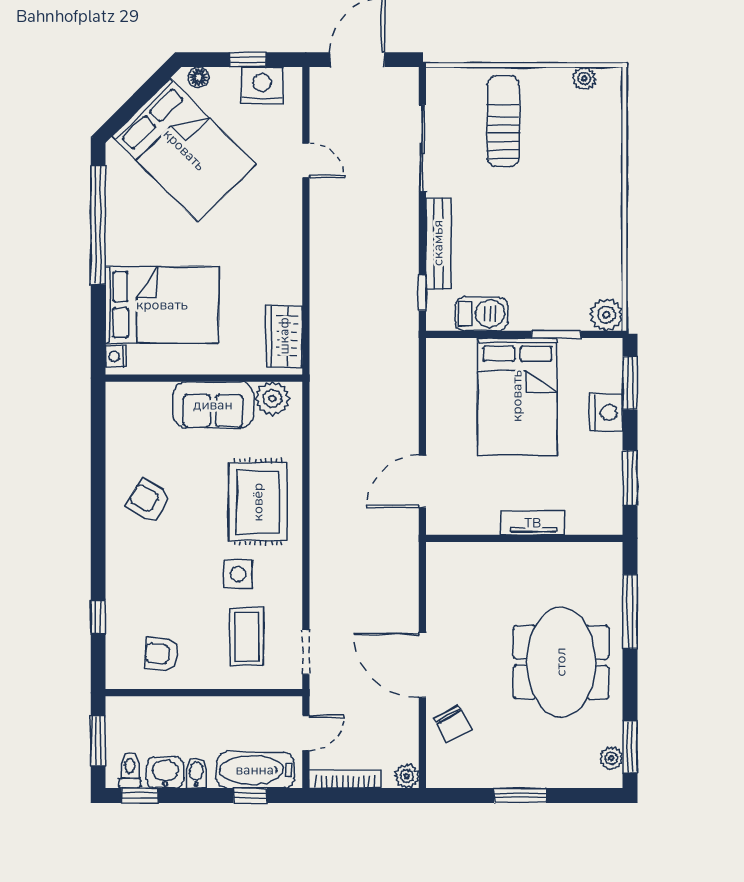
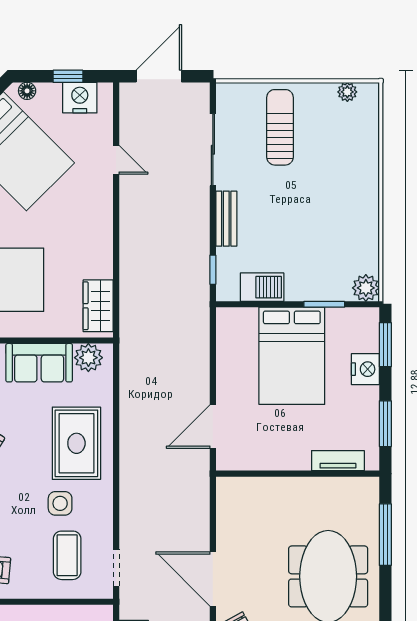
bench: (438, 243) -> (226, 219), width x0.73
tv unit: (533, 523) -> (338, 461), moved

